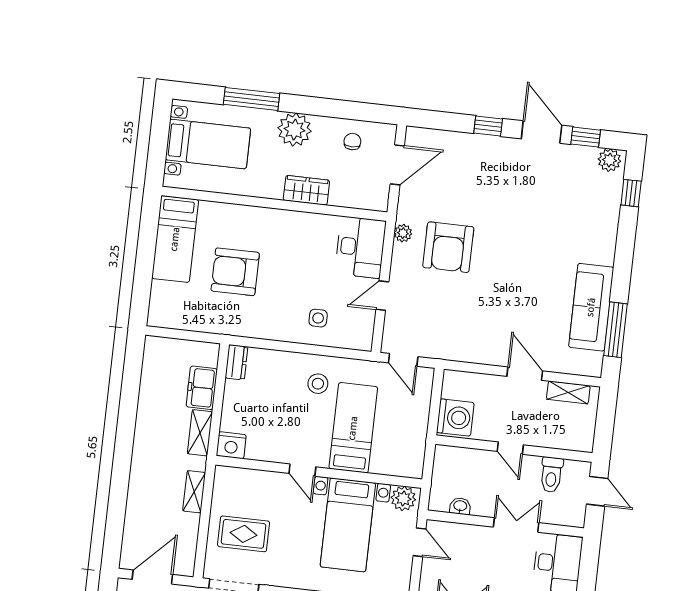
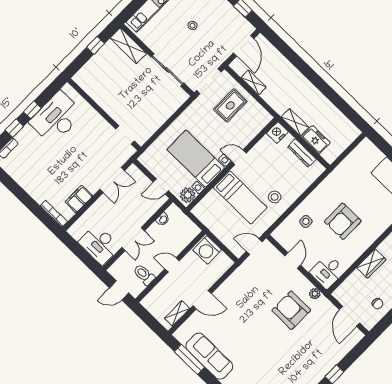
desk: (360, 247) -> (327, 271), width x0.73
armchair: (235, 272) -> (343, 221), moved, turned 180
dresser: (236, 362) -> (302, 153), moved, width x1.44
shelving: (194, 492) -> (254, 82), moved

